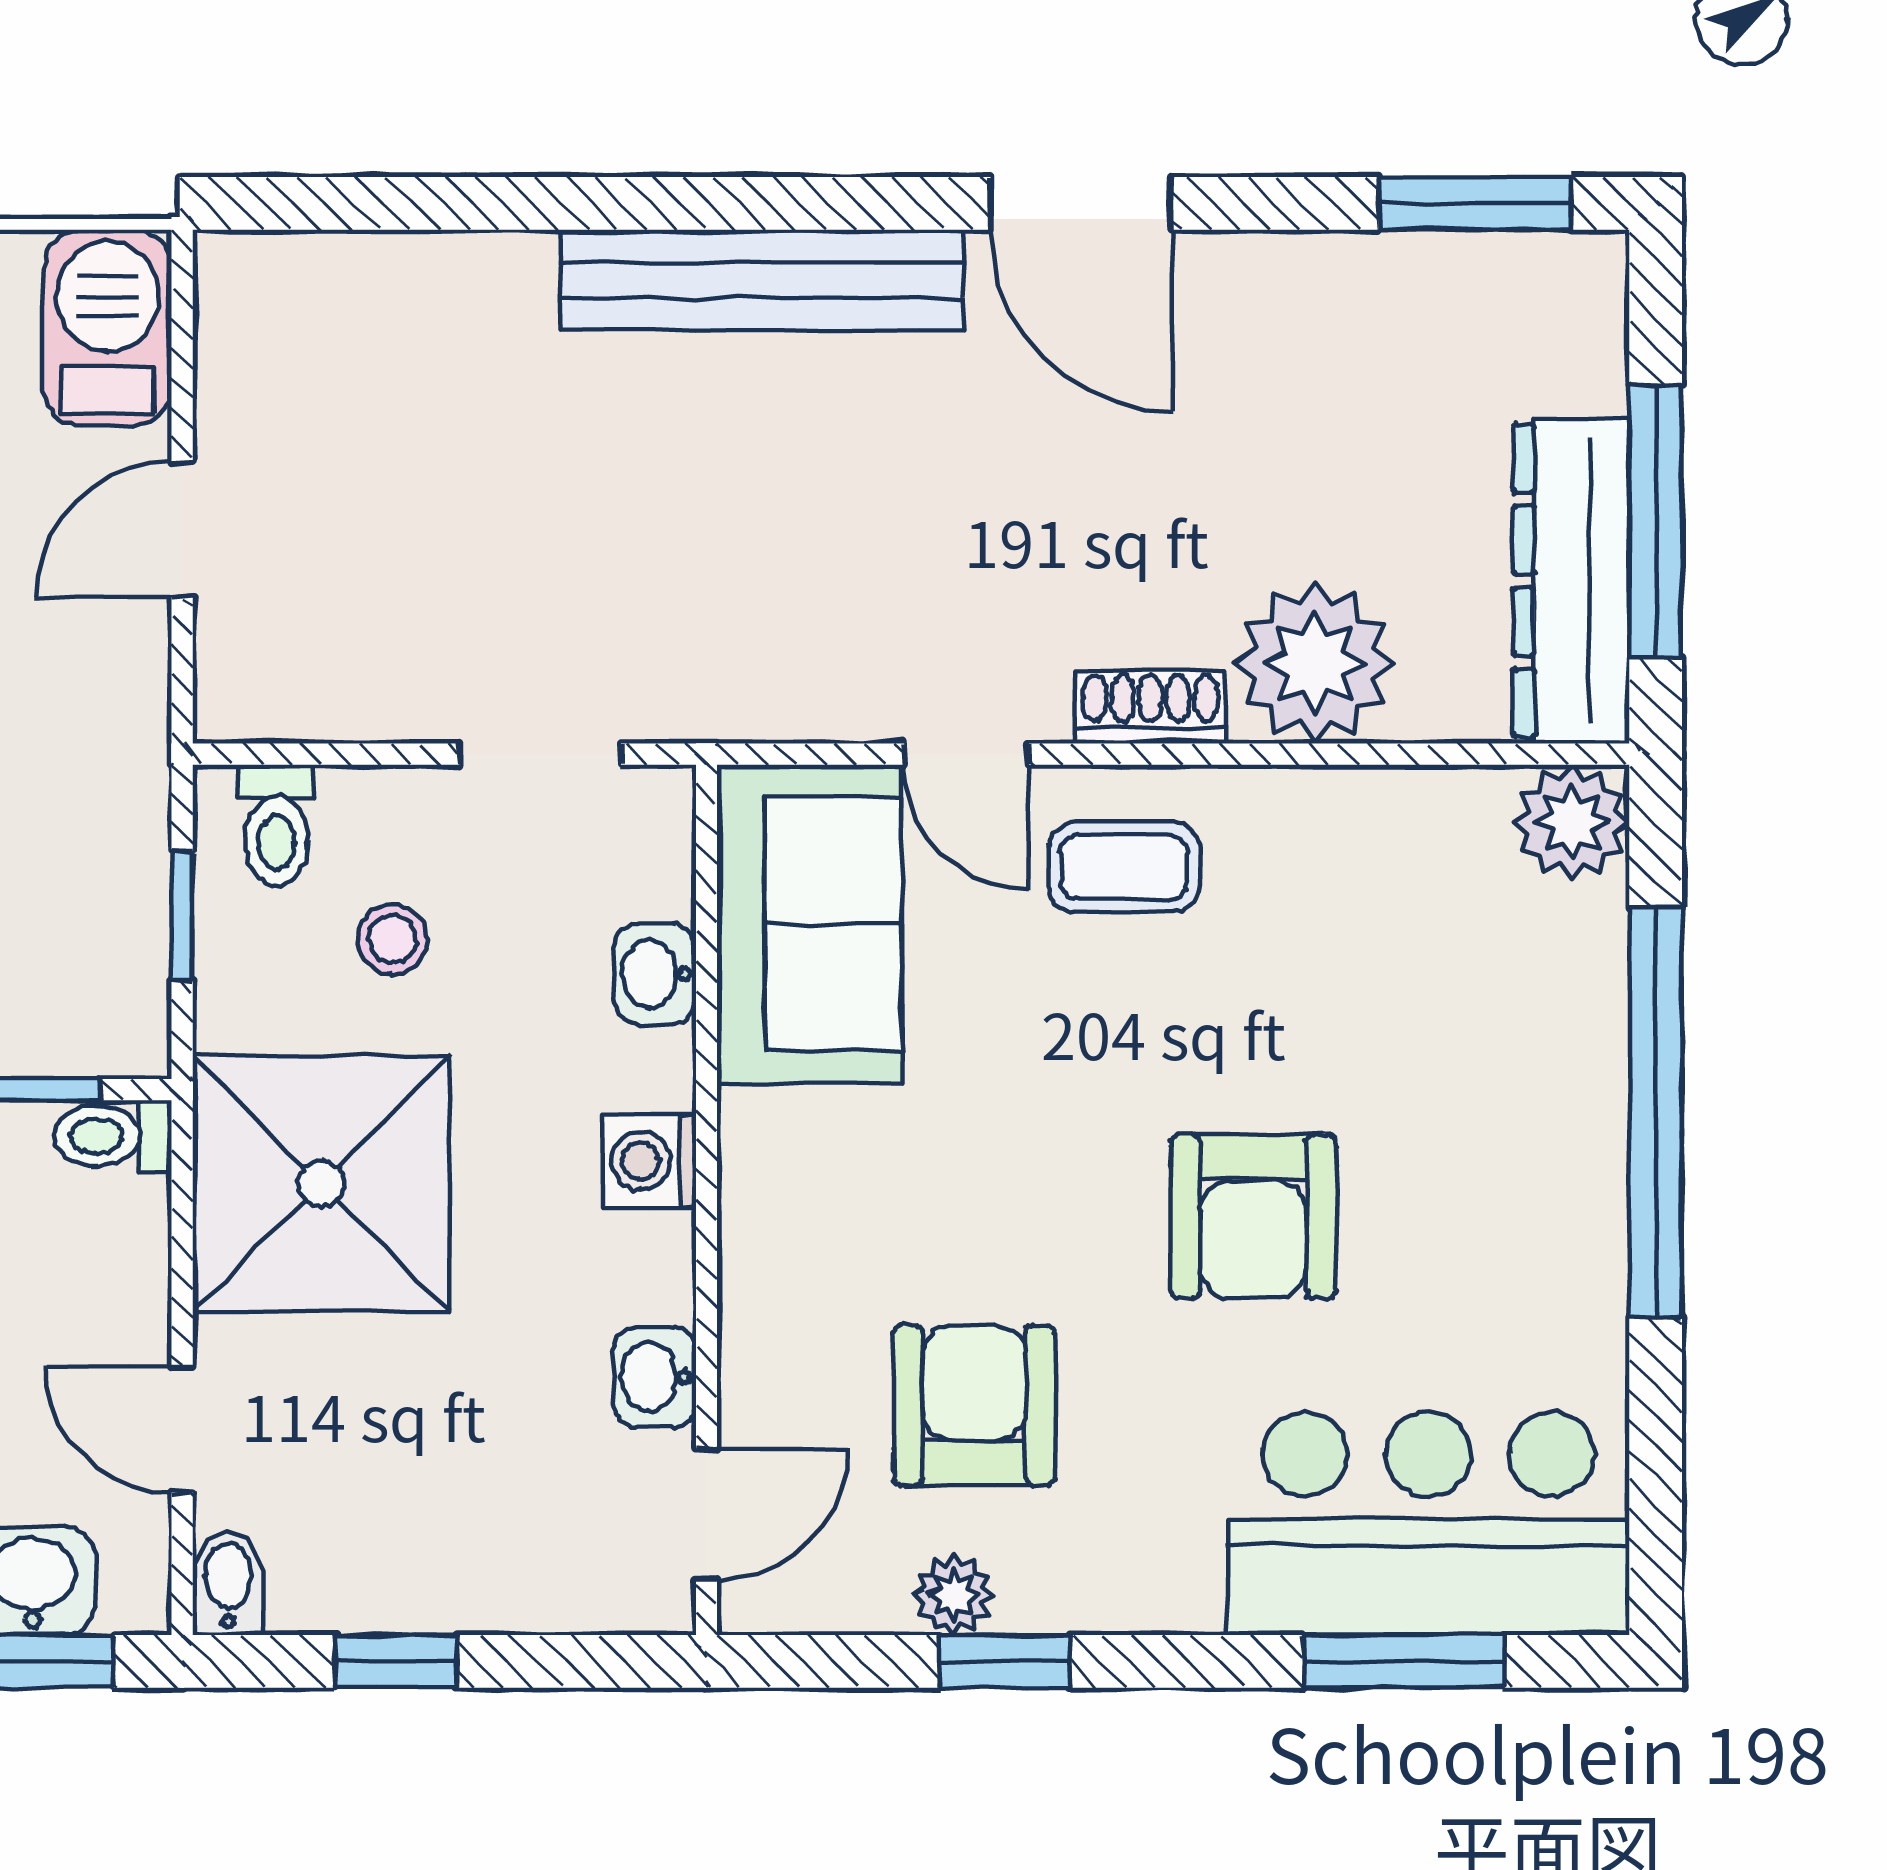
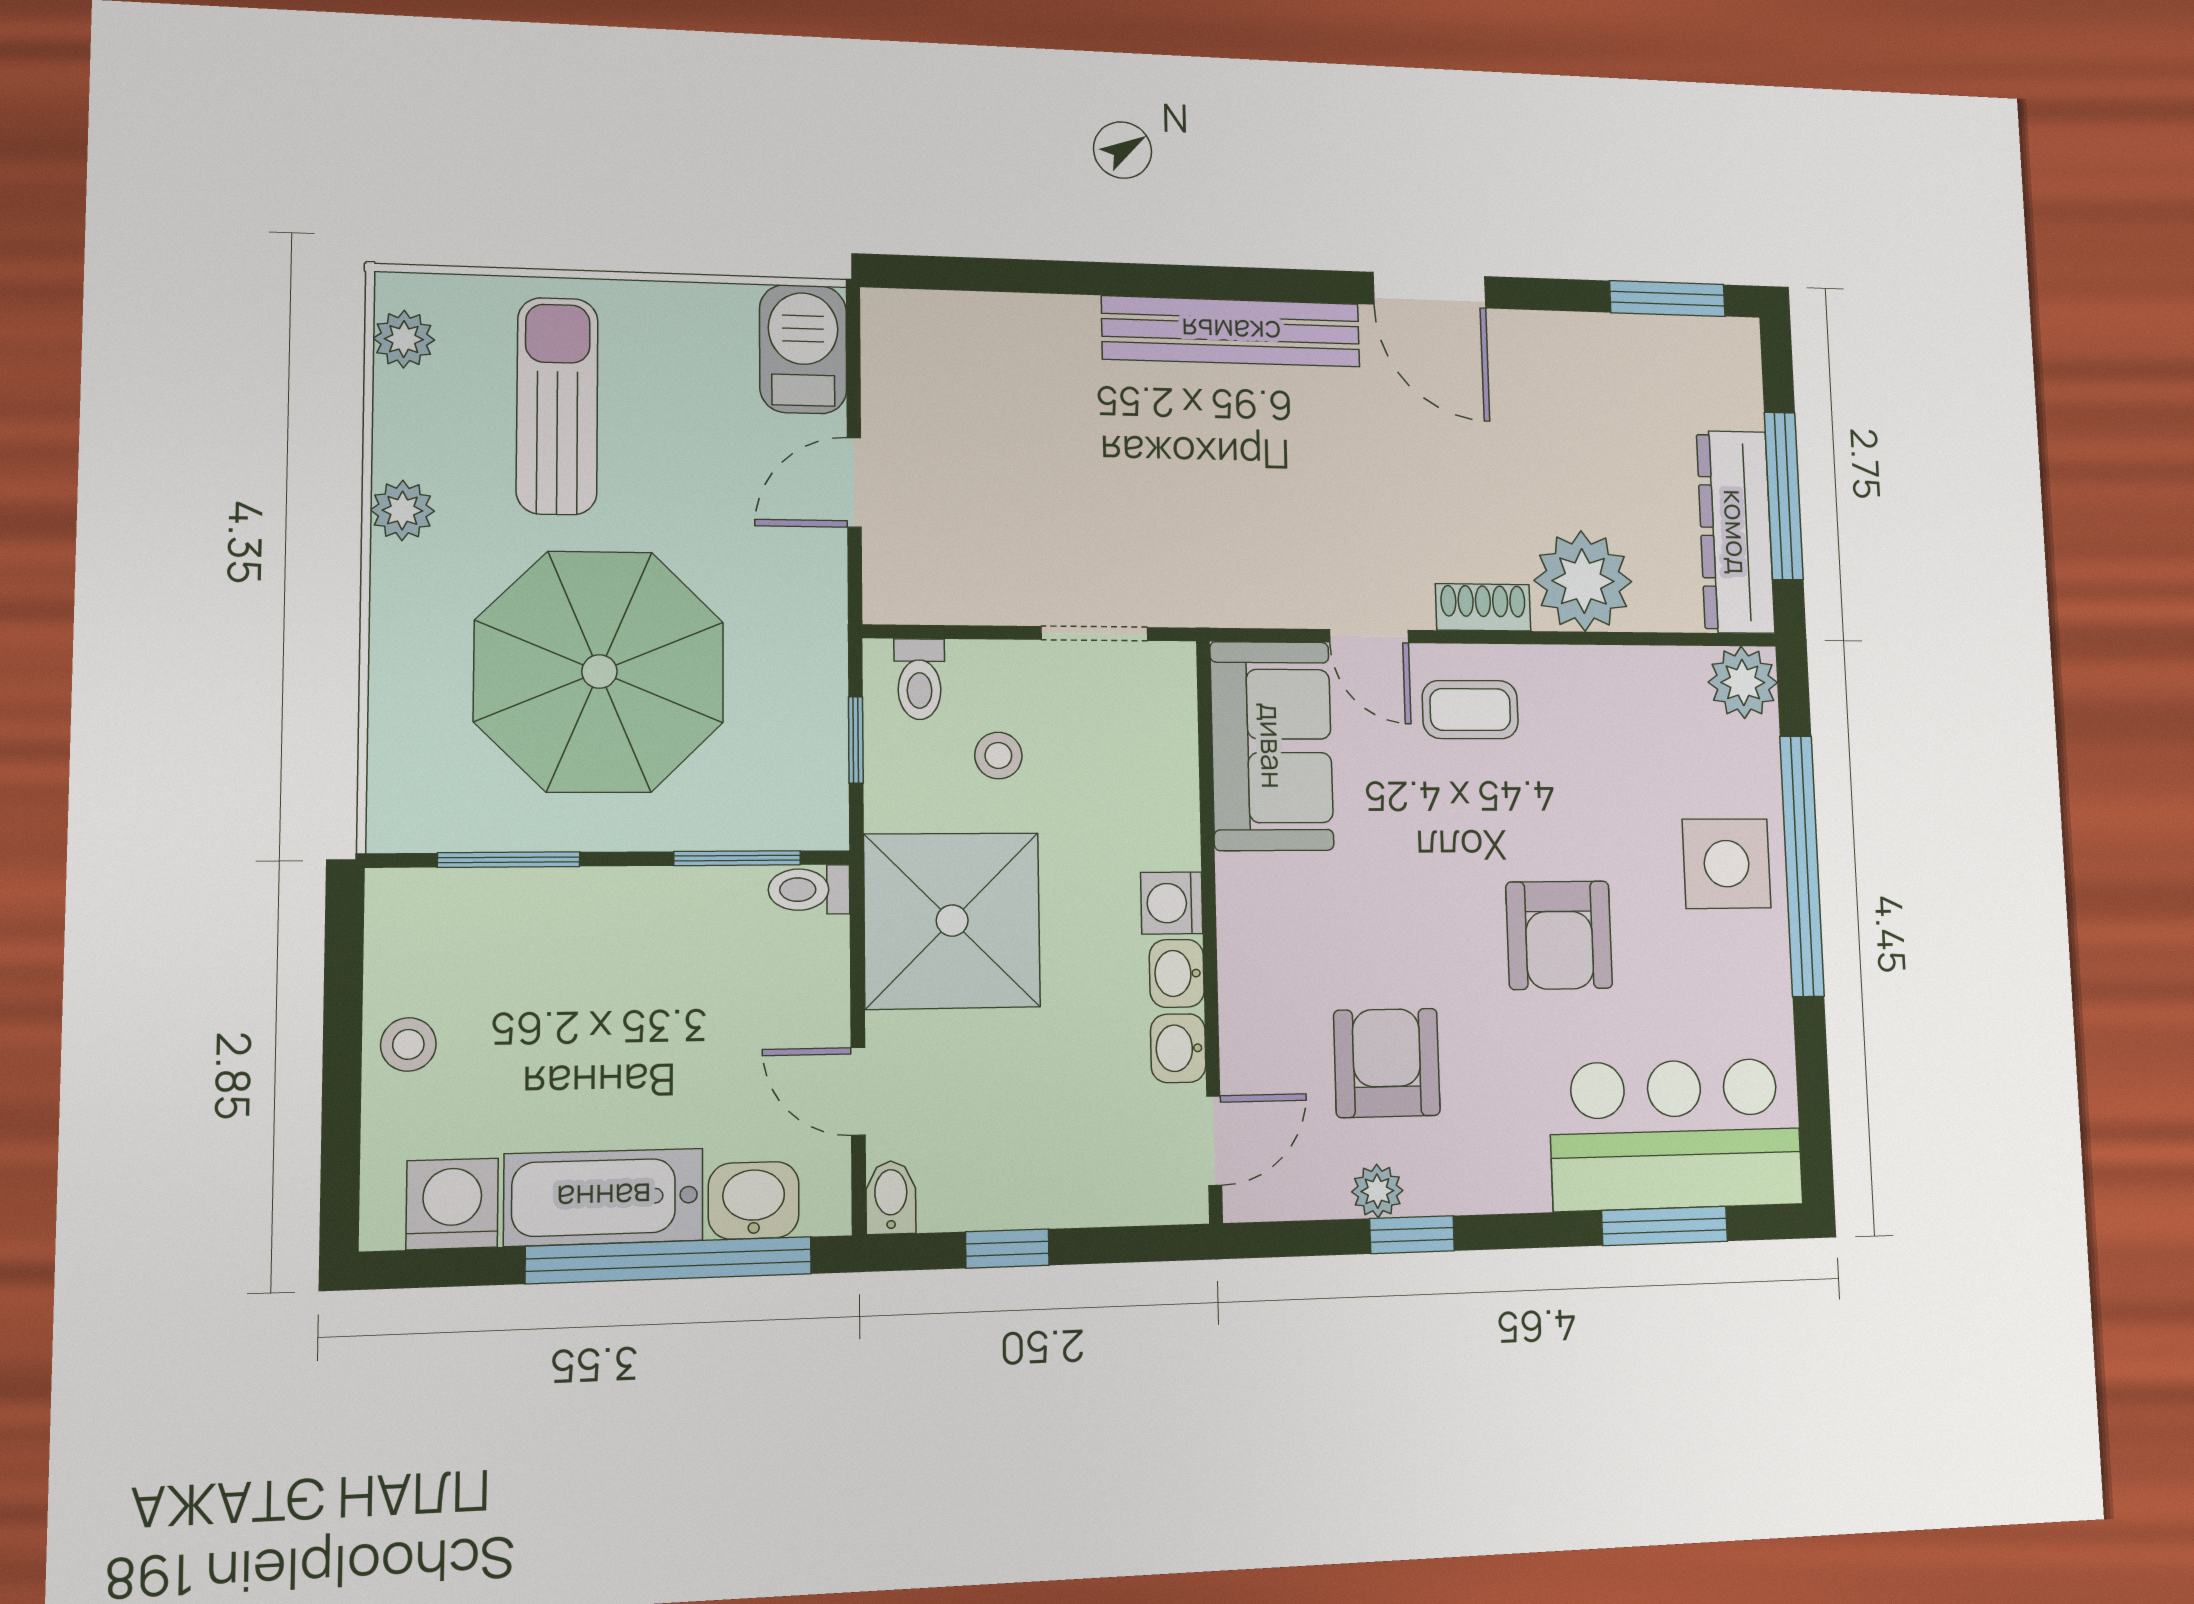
washbasin: (655, 974) -> (1177, 973), moved
side table: (1531, 1108) -> (1727, 864), added

